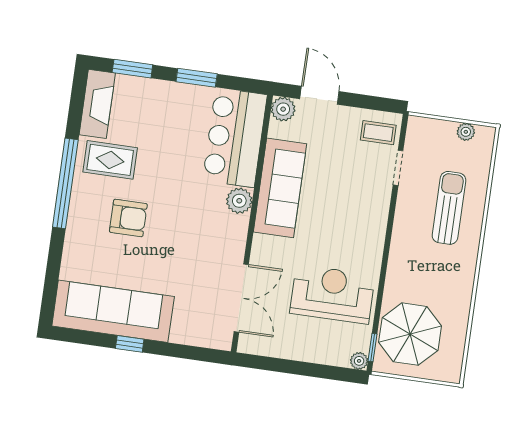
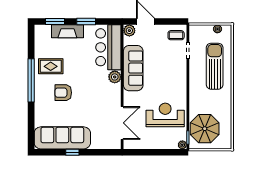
fireplace: (97, 104) -> (67, 31), moved, turned 90
sun lounger: (449, 208) -> (215, 66), width x1.36, depth x1.34
armchair: (128, 218) -> (63, 93), turned 180

